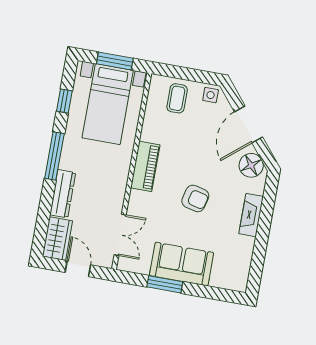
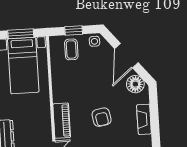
window: (186, 74) -> (74, 30), added
piano: (145, 166) -> (62, 121), moved
armchair: (195, 198) -> (102, 117), turned 66

